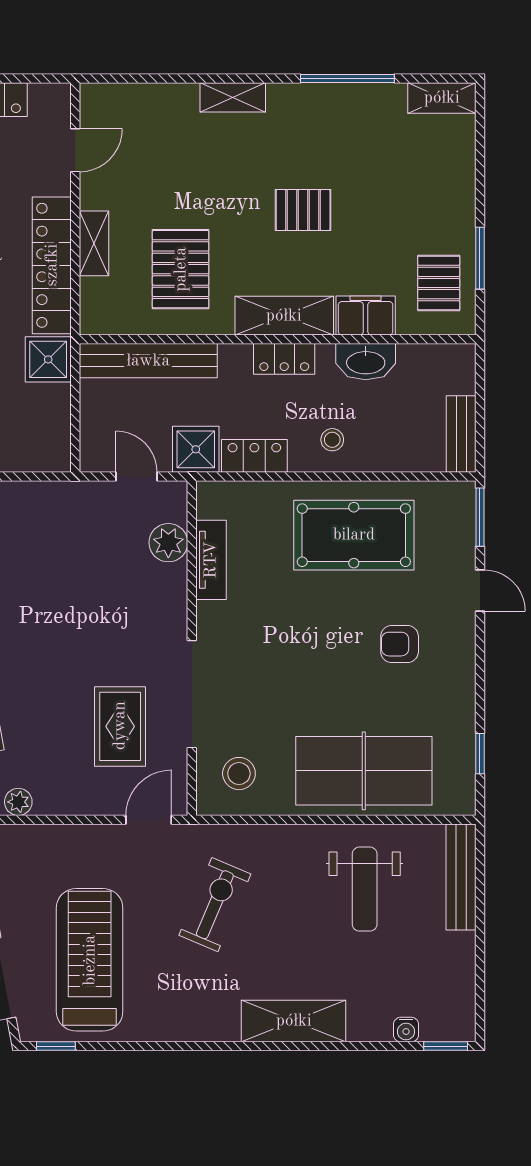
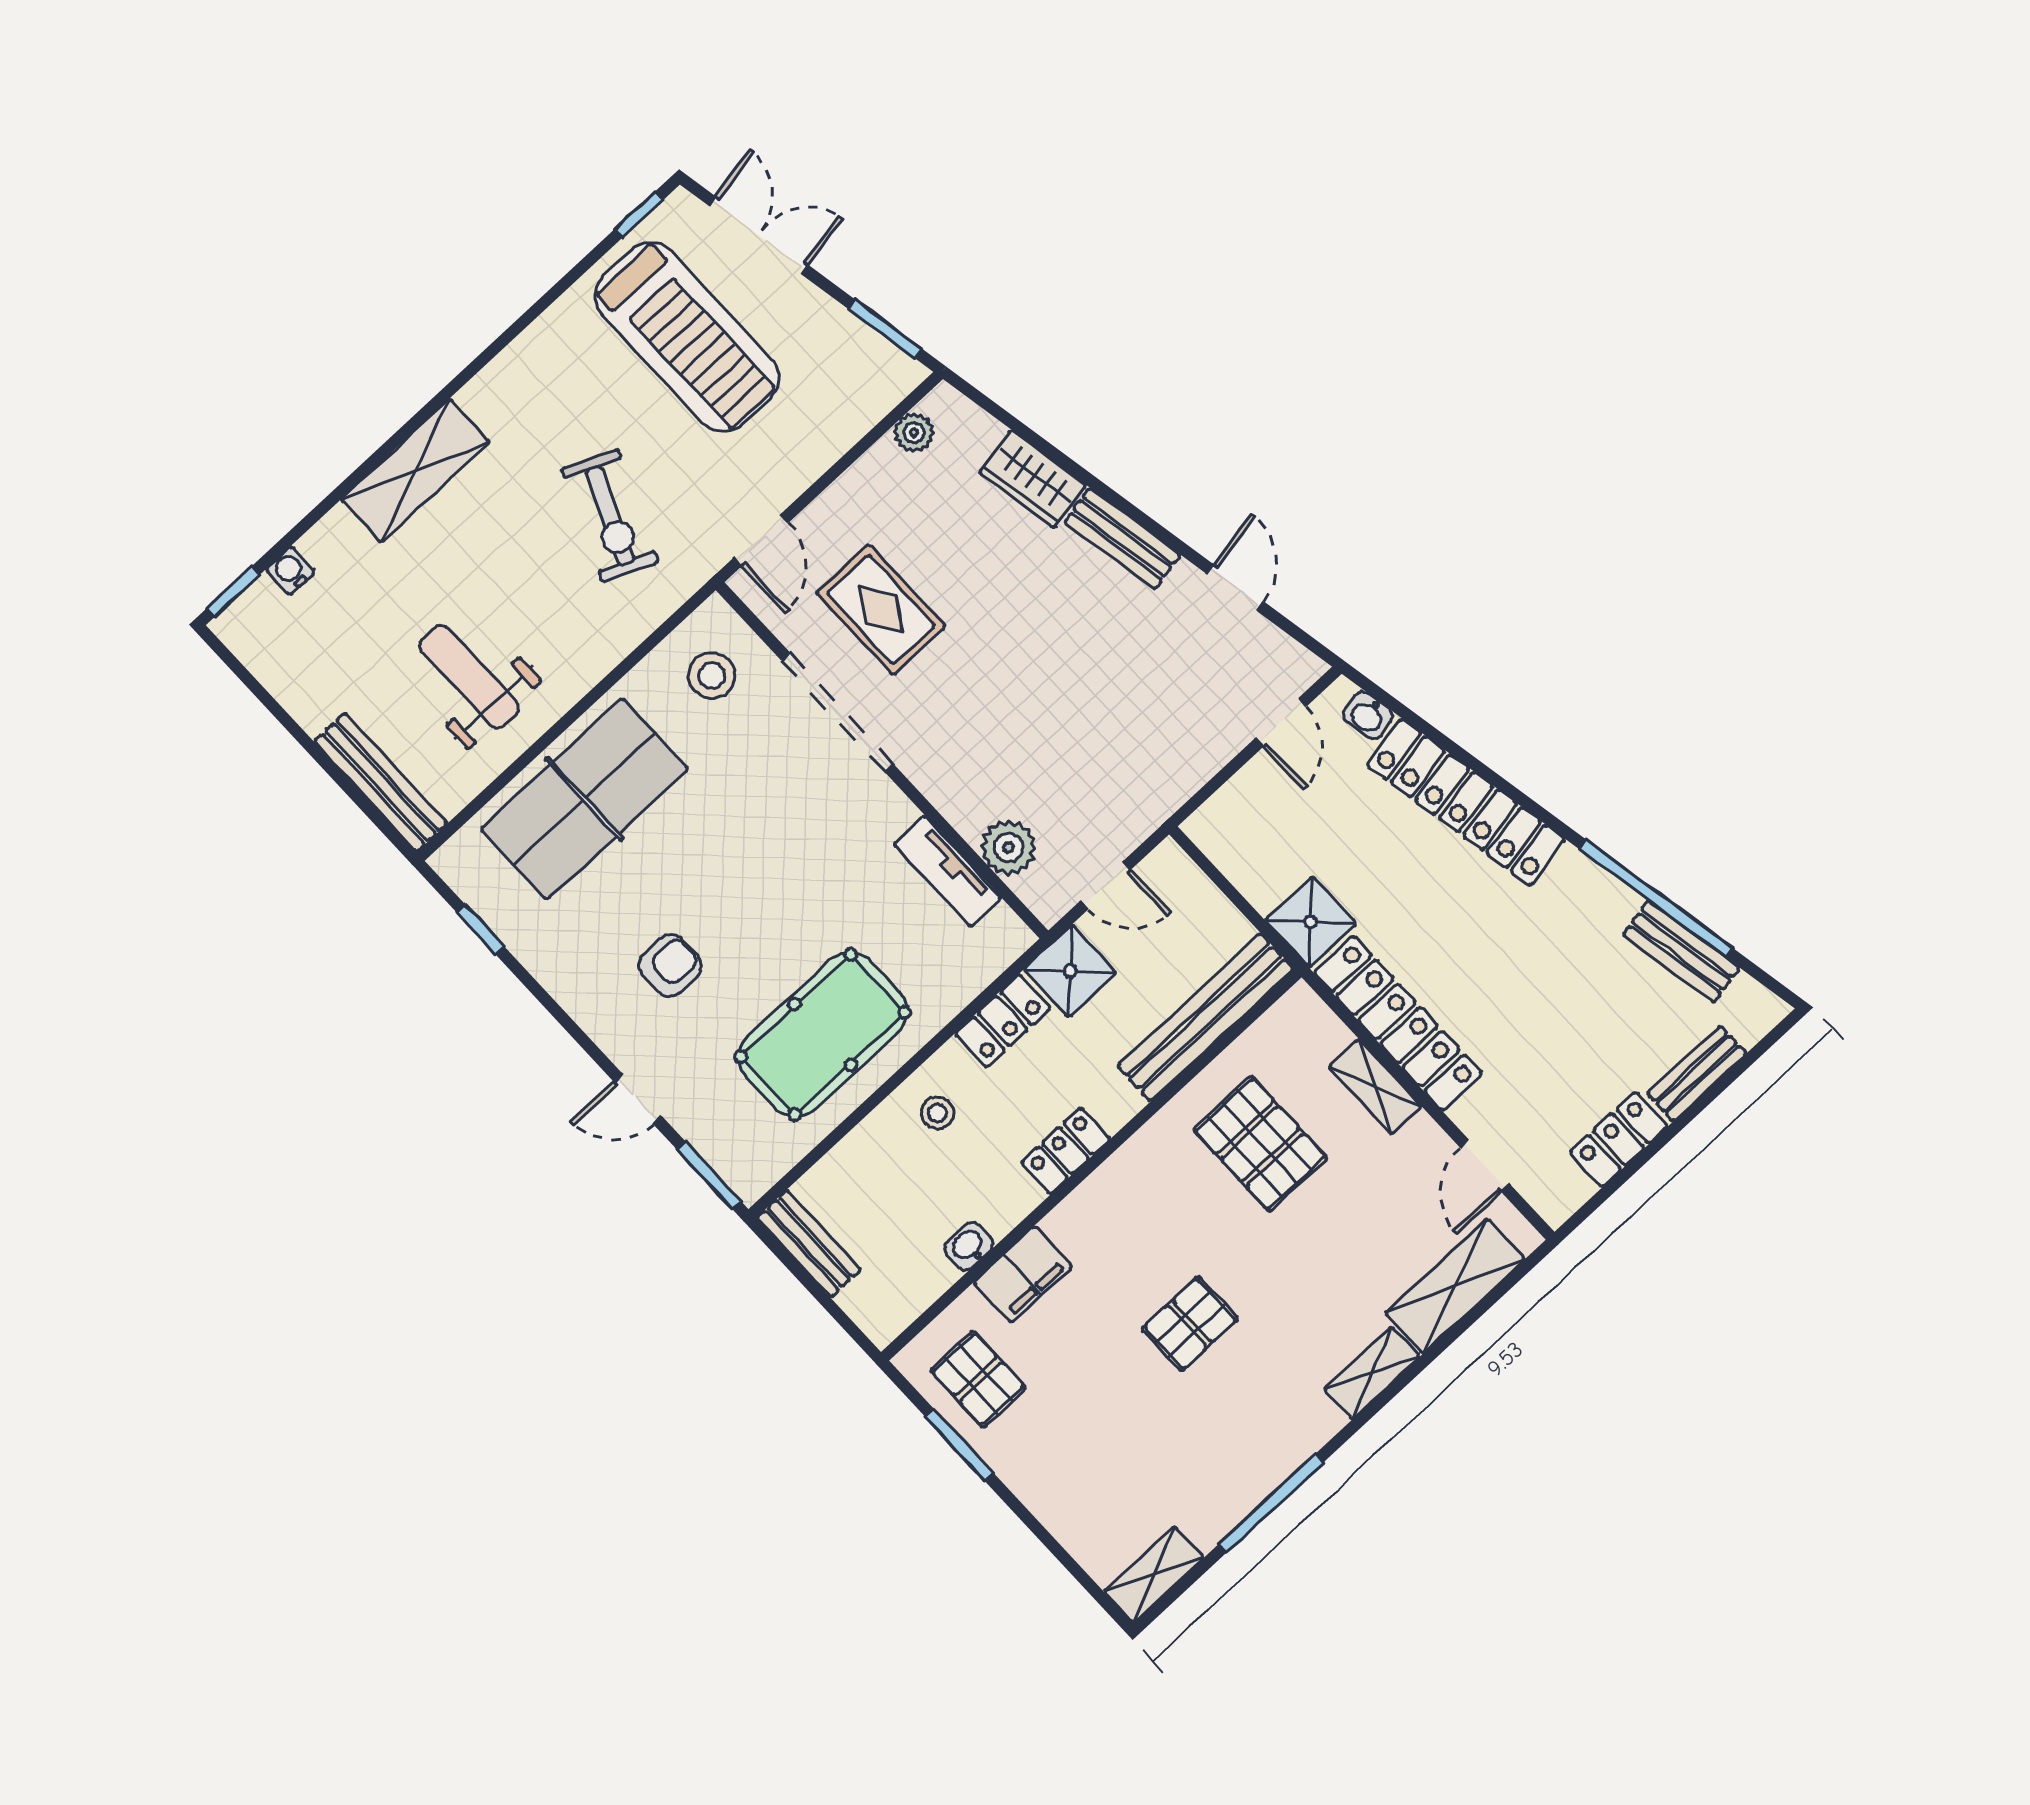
shelving: (284, 316) -> (1455, 1286), moved
washbasin: (366, 362) -> (969, 1246), width x0.52, depth x0.69

